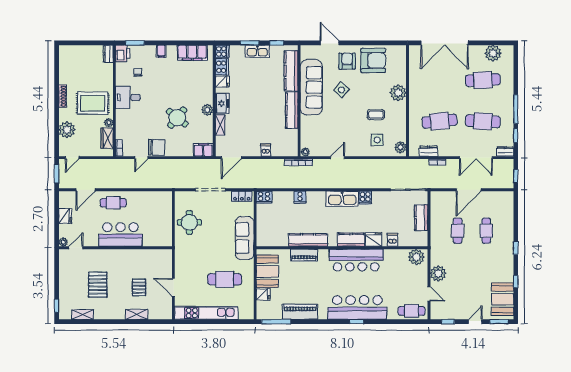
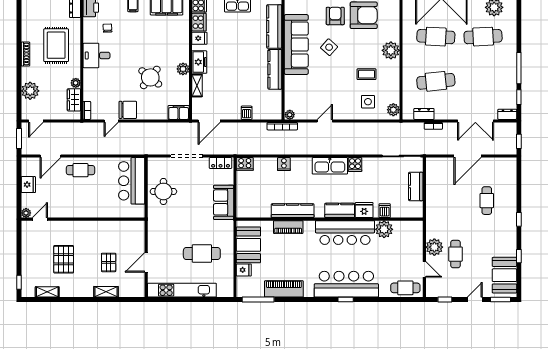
rug: (93, 103) -> (56, 45), moved, turned 90
cafe table: (483, 121) -> (436, 37), moved
cafe table: (458, 231) -> (456, 254), moved
bar counter: (120, 235) -> (132, 181), moved, turned -90
sofa: (245, 238) -> (224, 202), width x0.73
plant: (416, 257) -> (384, 229), moved
door: (173, 287) -> (146, 262), hinge flipped

